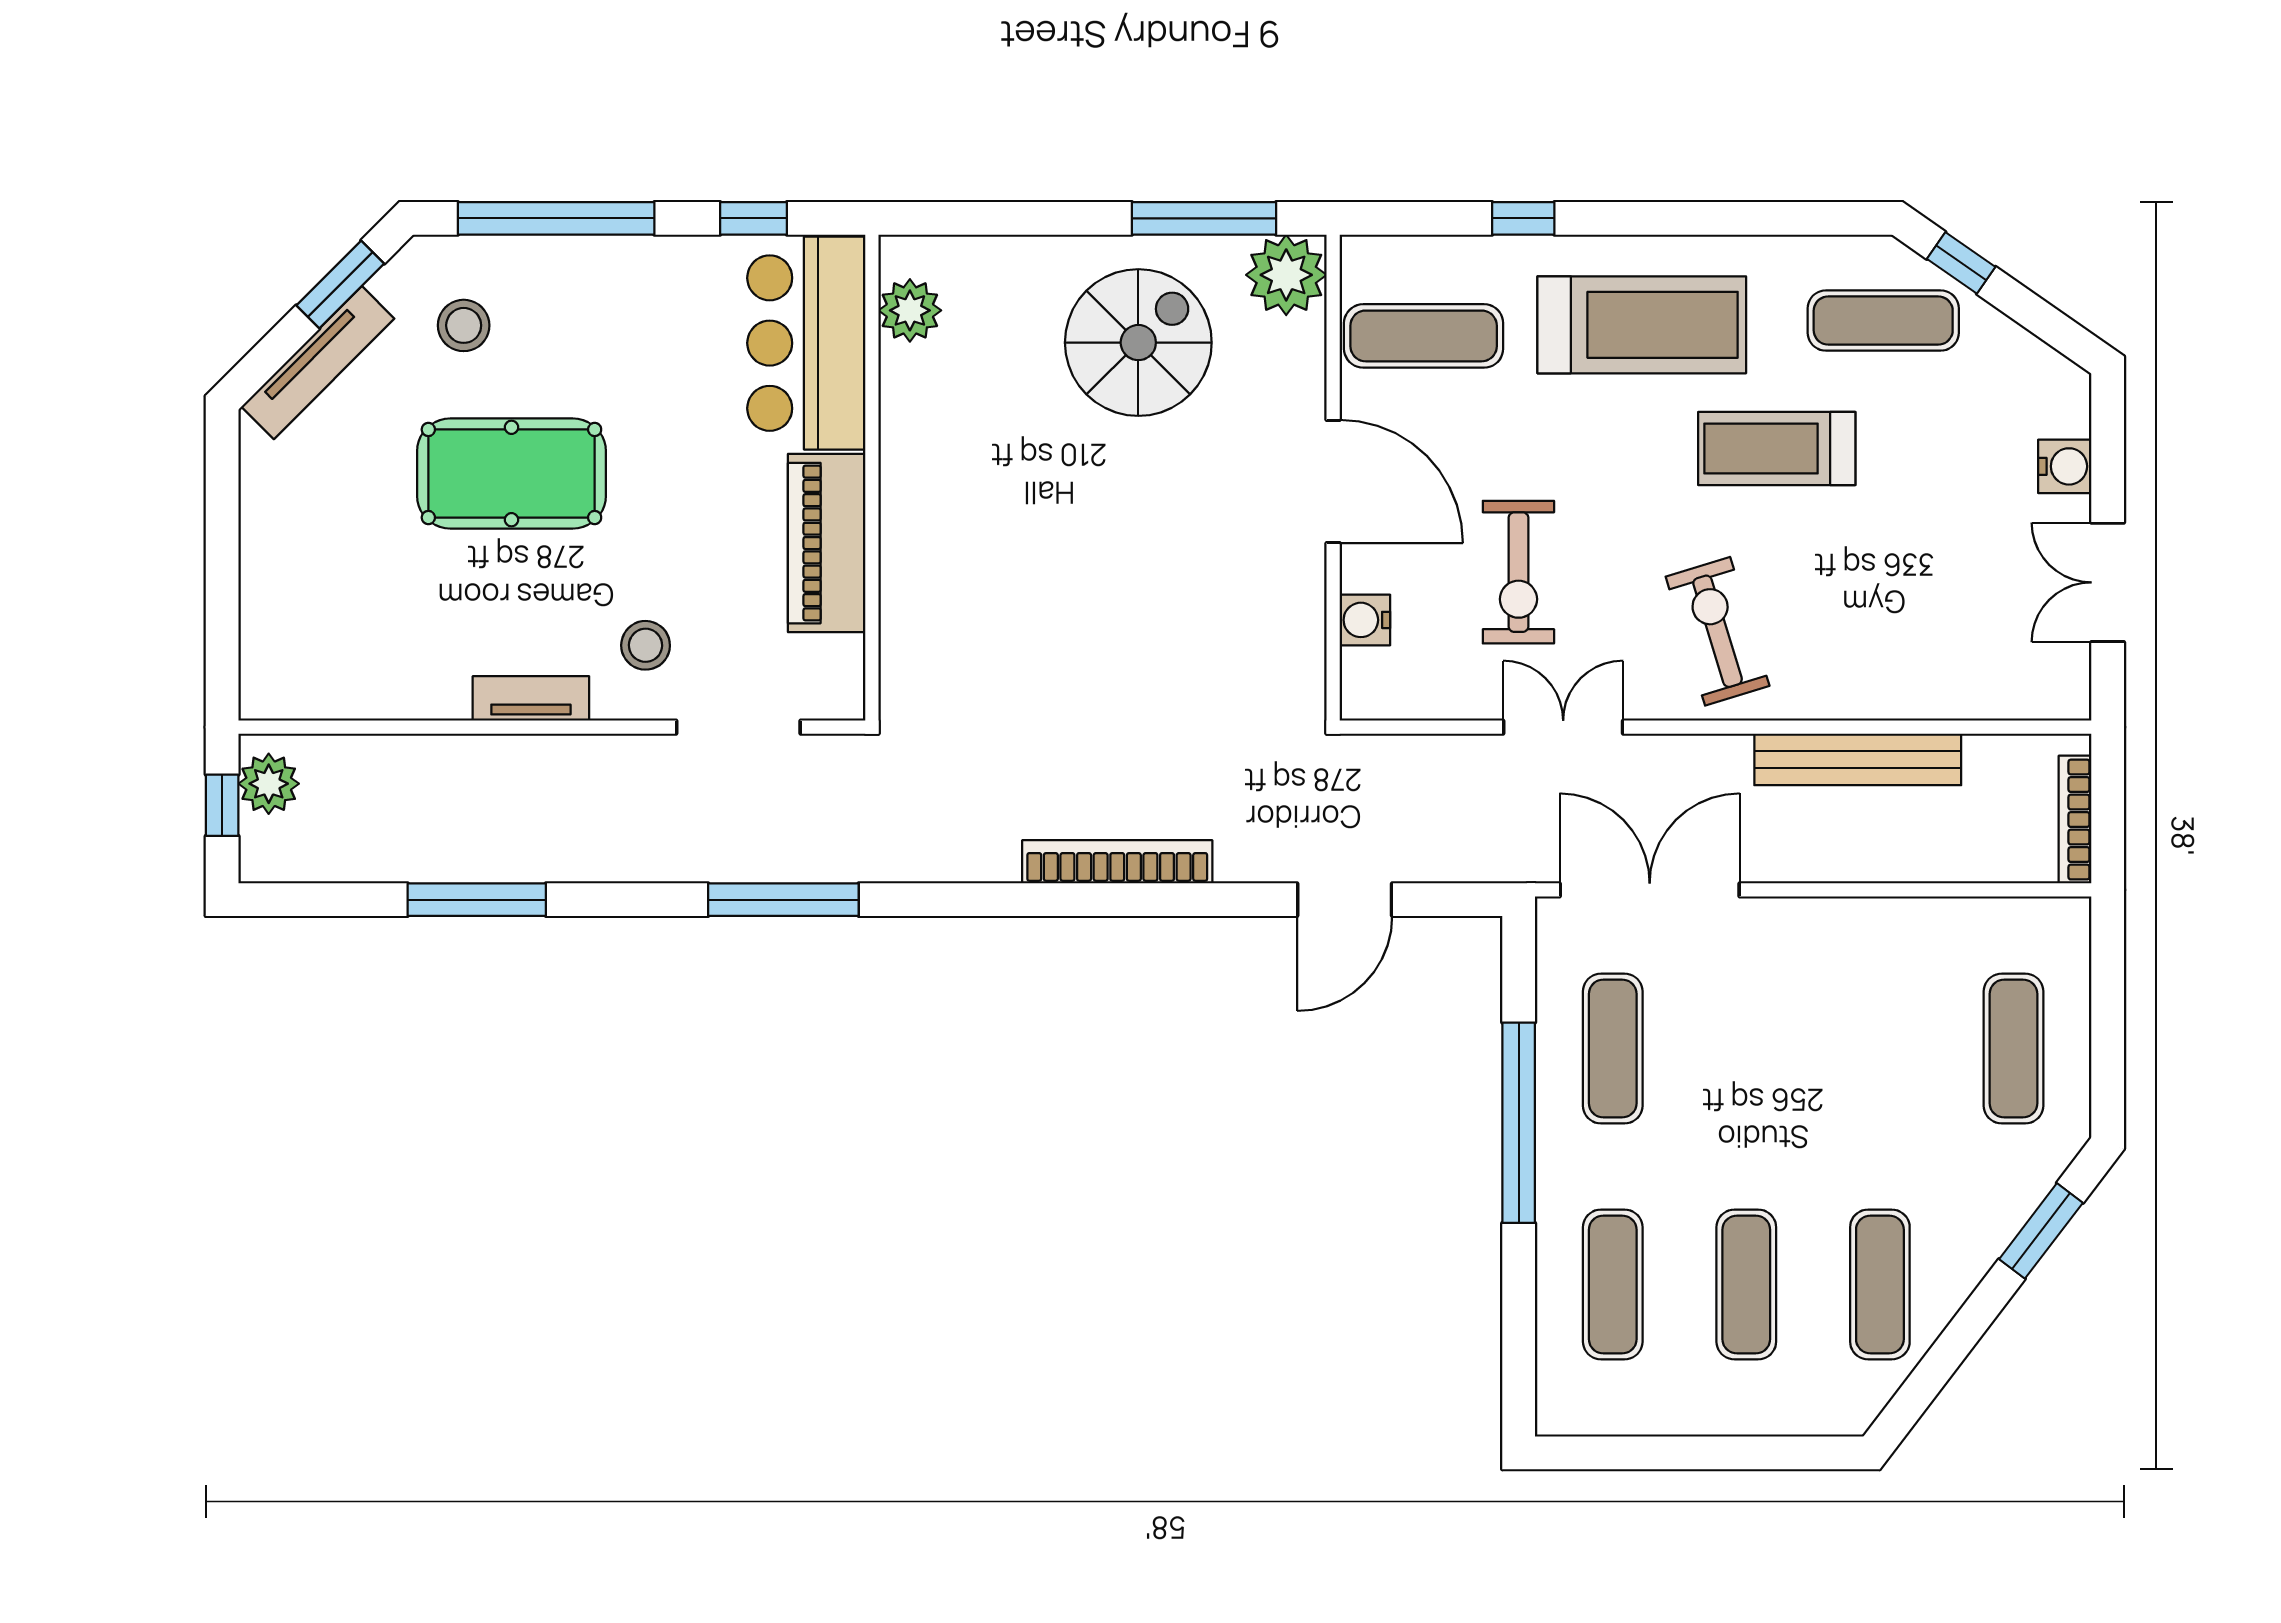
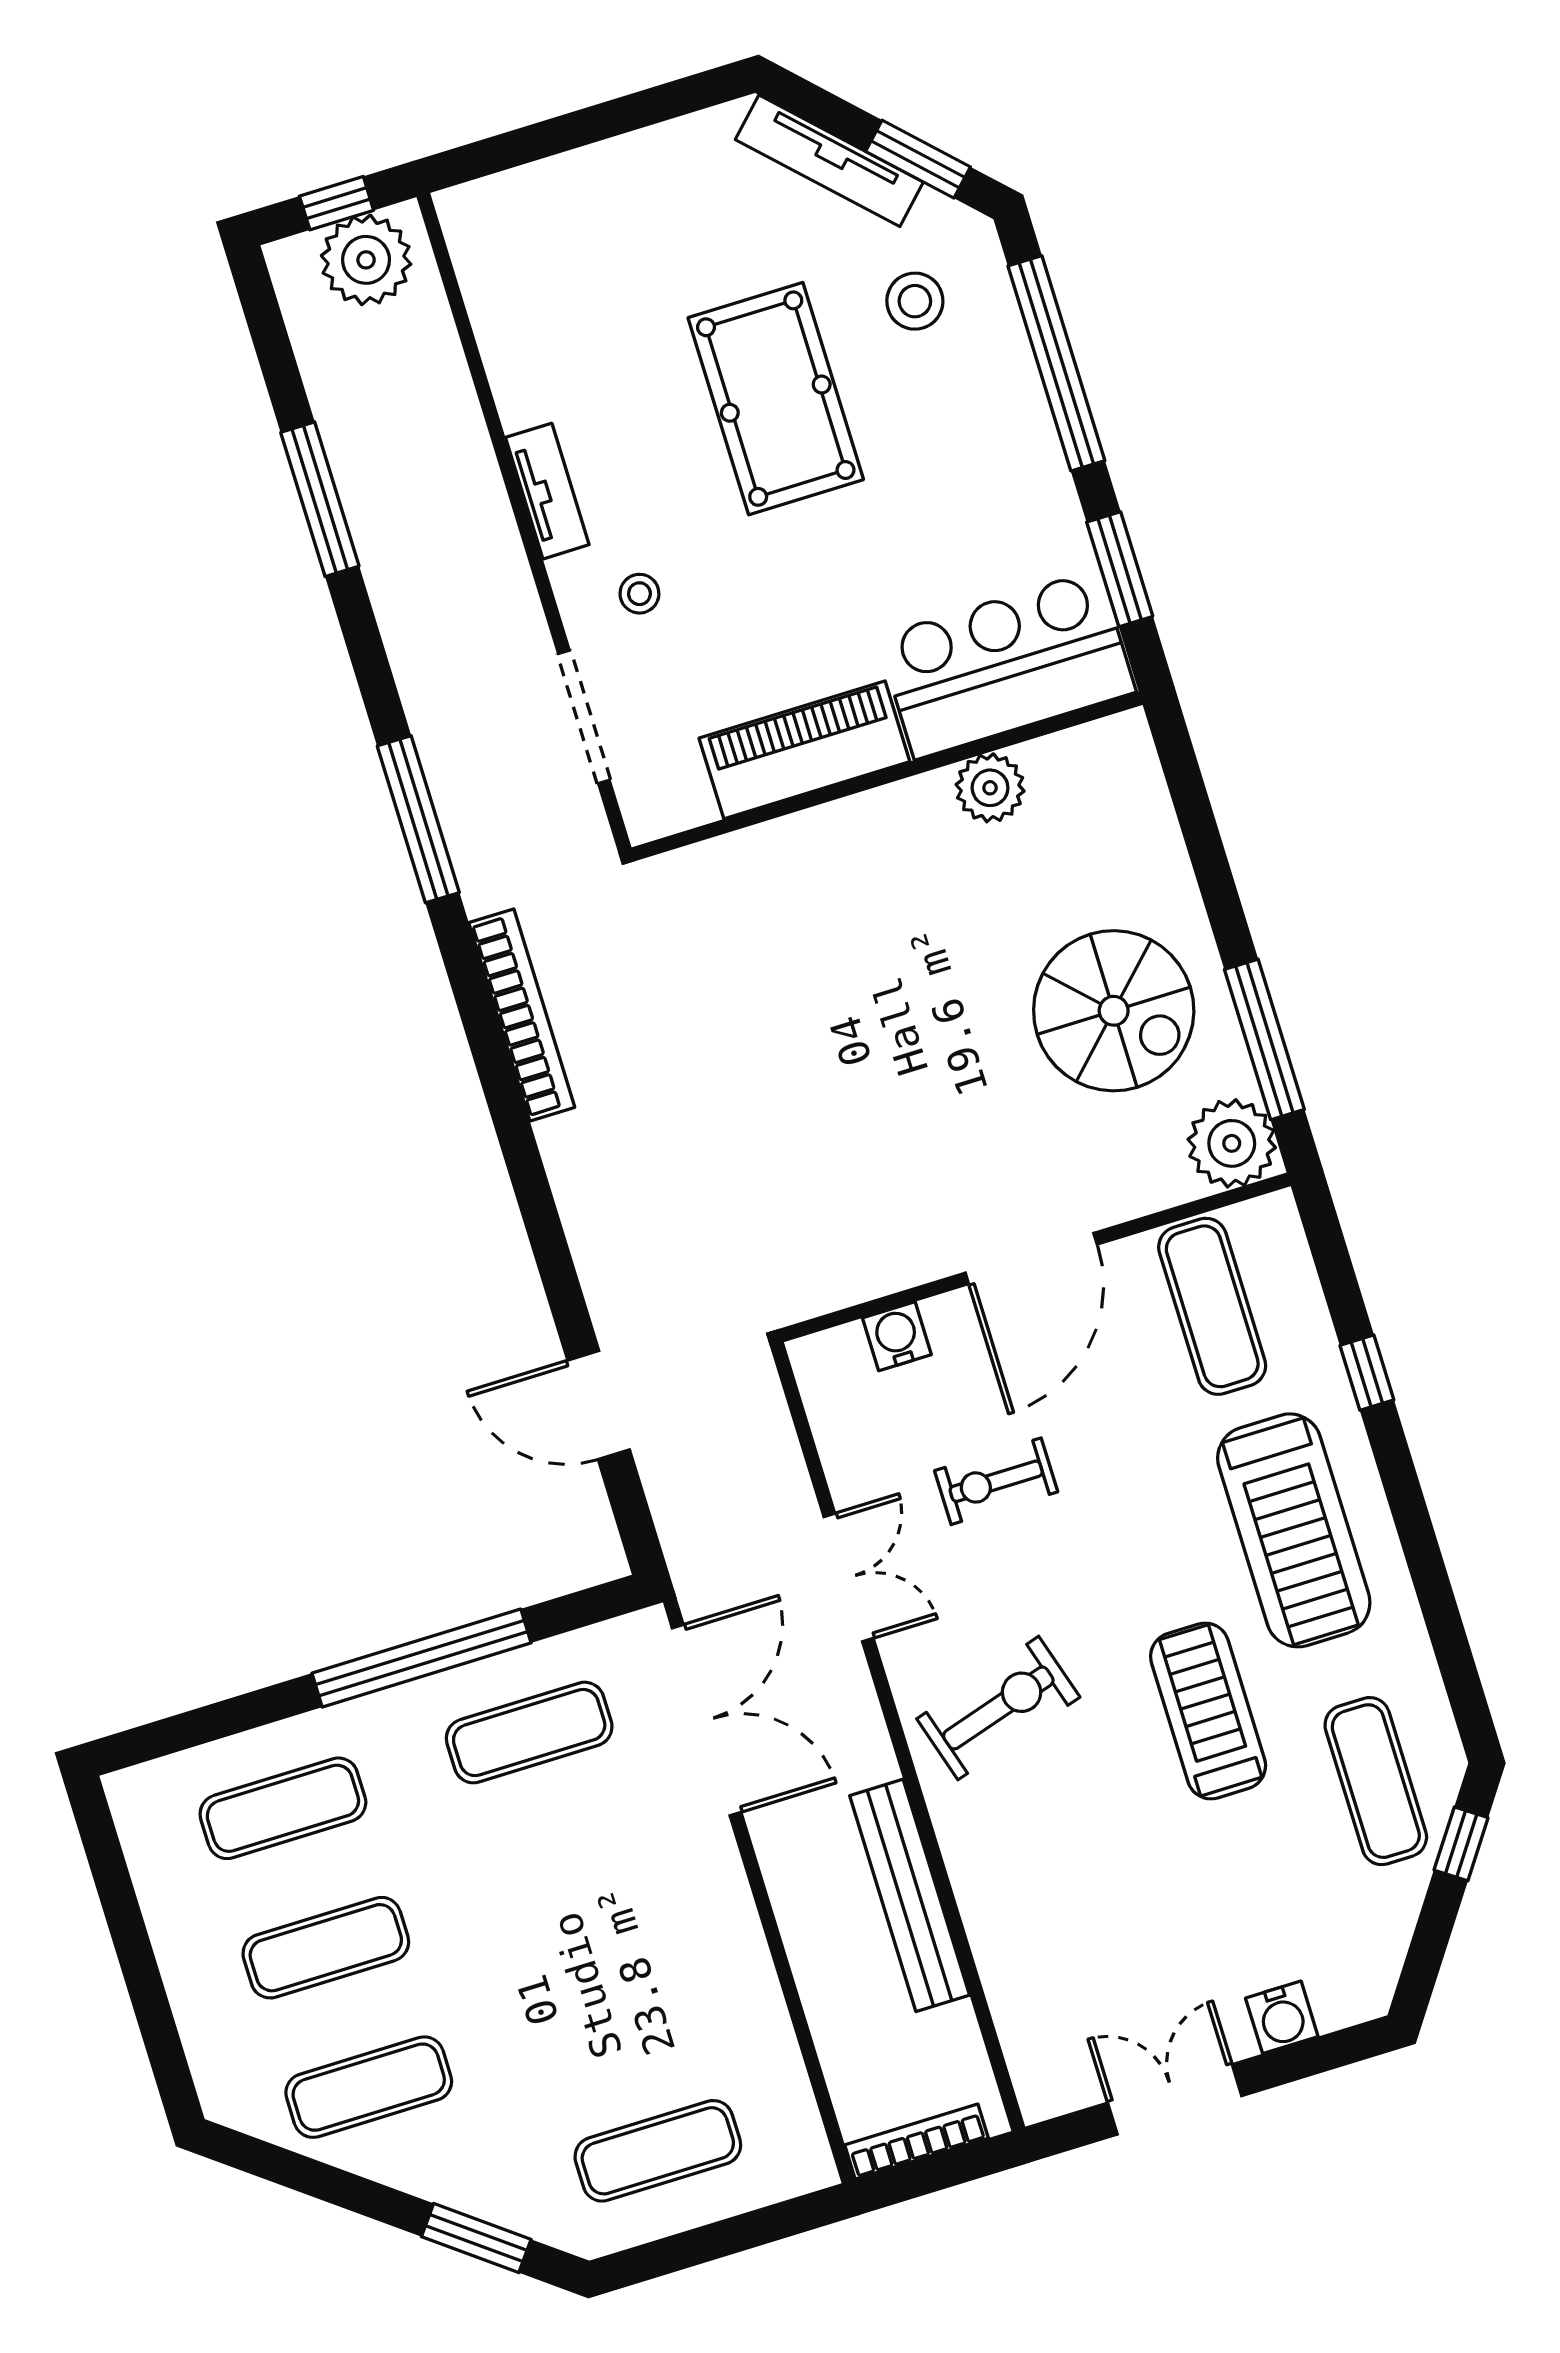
window: (753, 218) -> (1120, 569), width x1.50
plant: (910, 310) -> (990, 788), moved
exercise bike: (1518, 572) -> (996, 1481), width x0.73, depth x0.72
stool: (646, 645) -> (639, 594), width x0.73, depth x0.73
plant: (269, 784) -> (366, 260), width x1.36, depth x1.36
bookcase: (1117, 862) -> (522, 1015), moved

